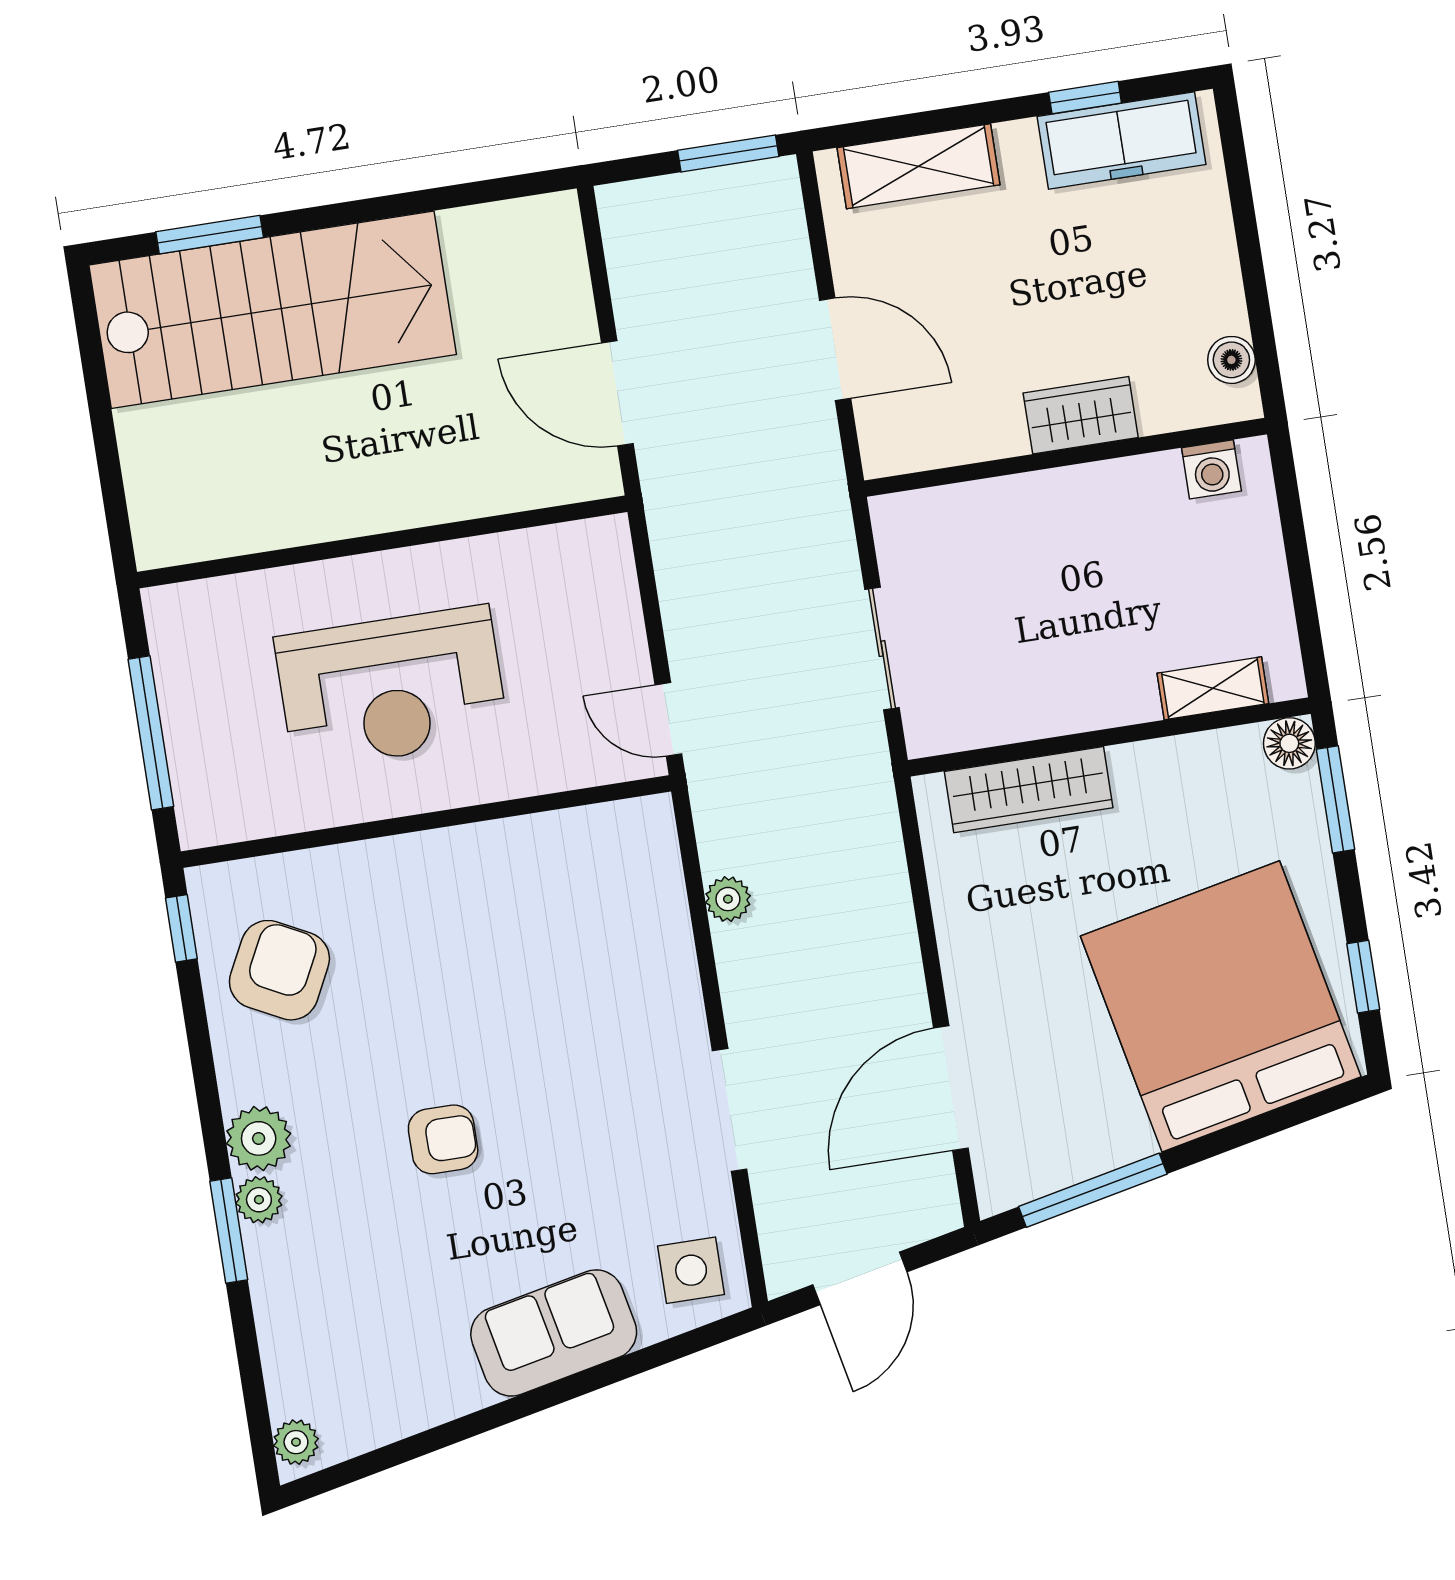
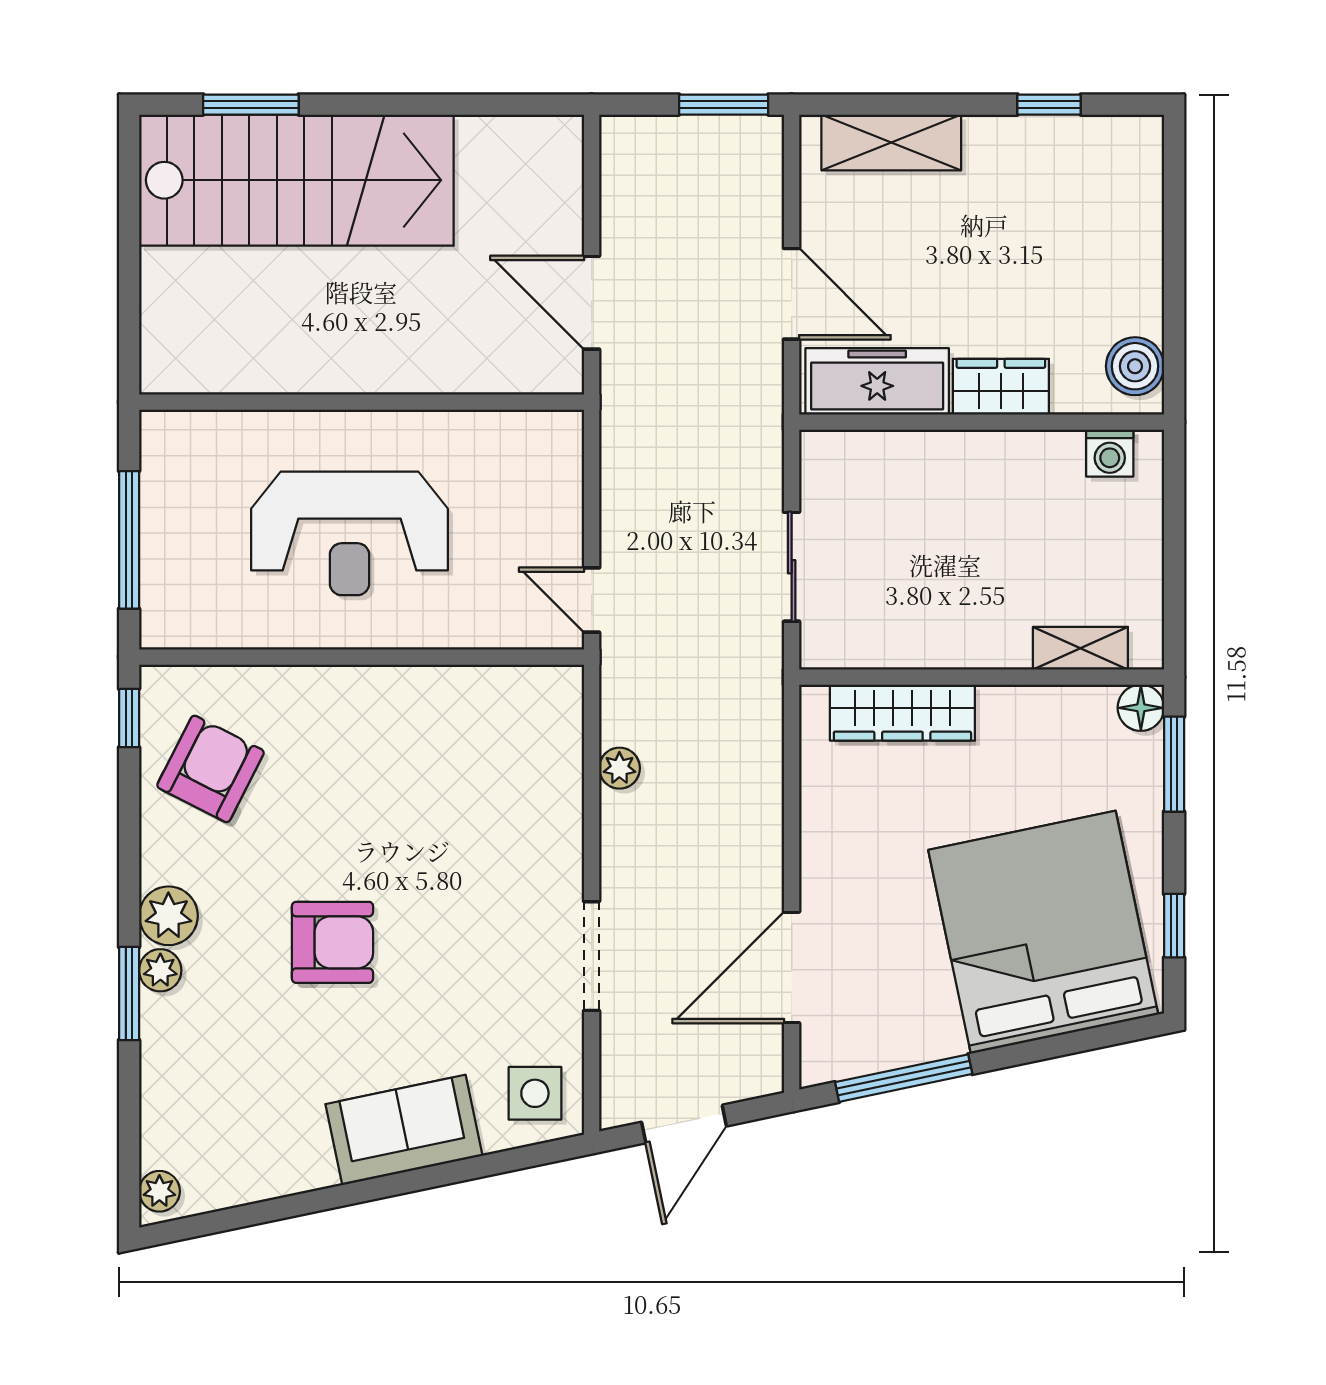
freezer: (1122, 140) -> (877, 381), moved, turned 180
boiler: (1231, 360) -> (1135, 366), width x1.36, depth x1.36
armchair: (443, 1139) -> (332, 942), width x1.38, depth x1.38

